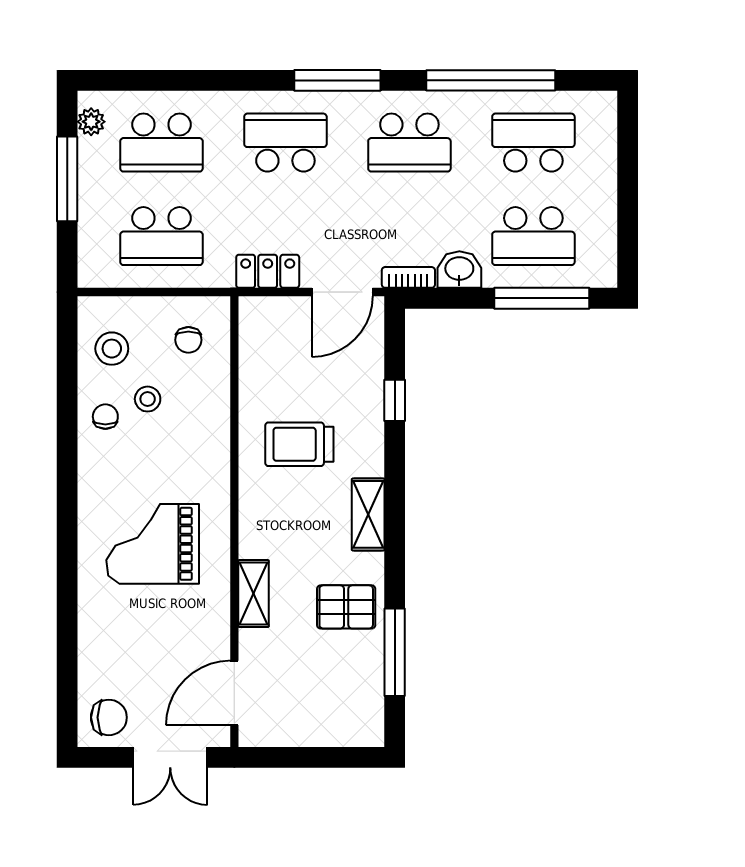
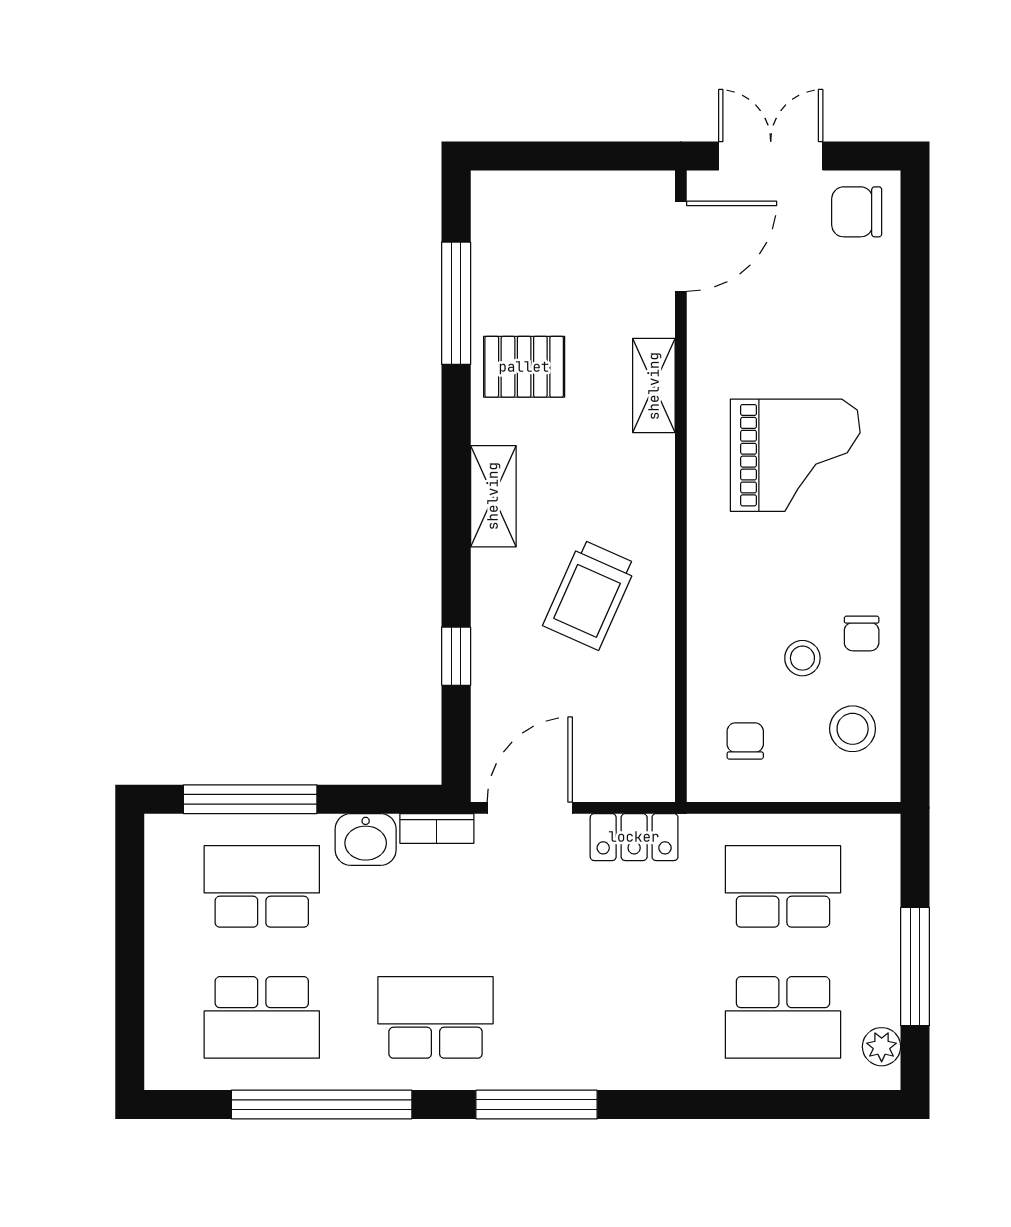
school desk: (161, 143) -> (783, 1017), turned 180
school desk: (285, 143) -> (609, 1017), removed
trolley: (299, 444) -> (590, 595), turned 114

